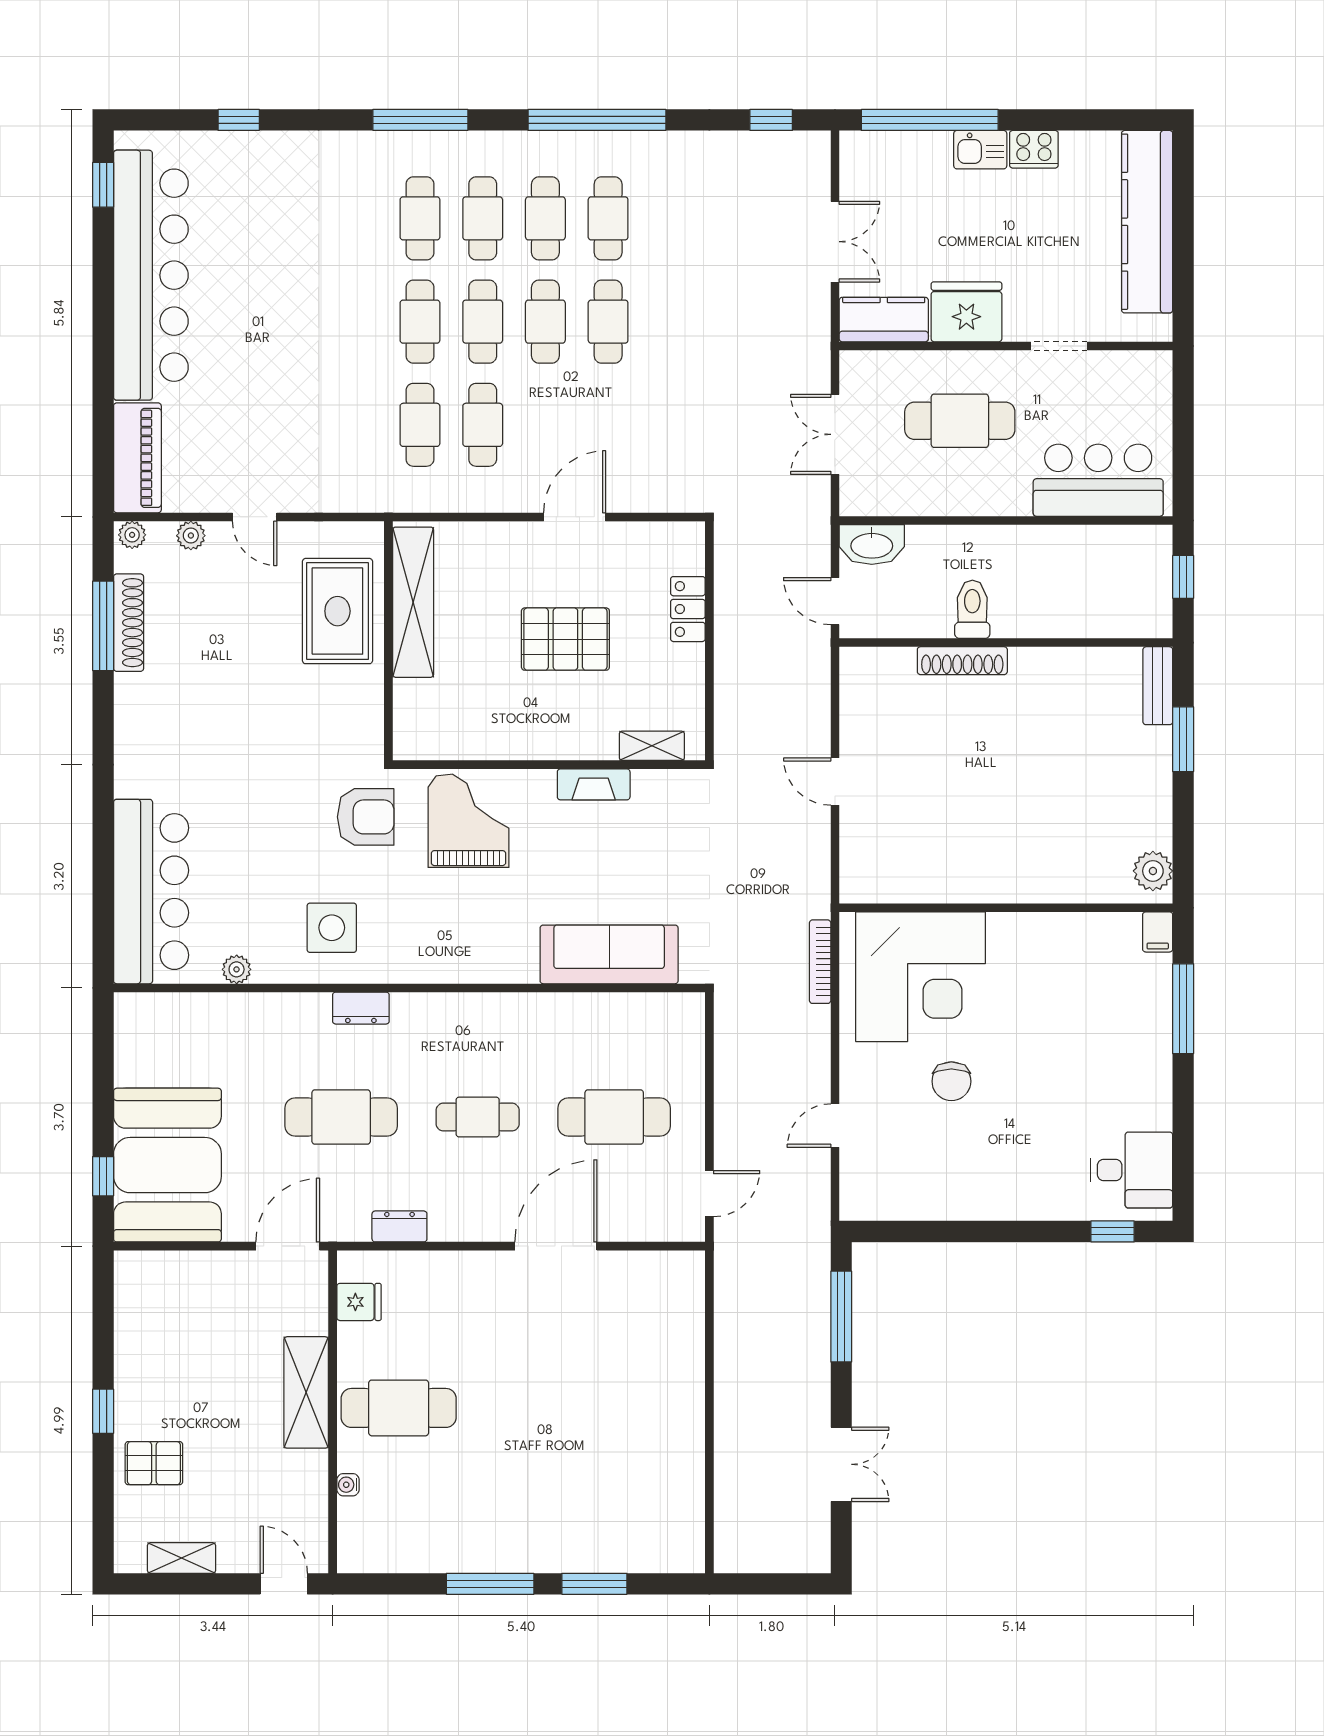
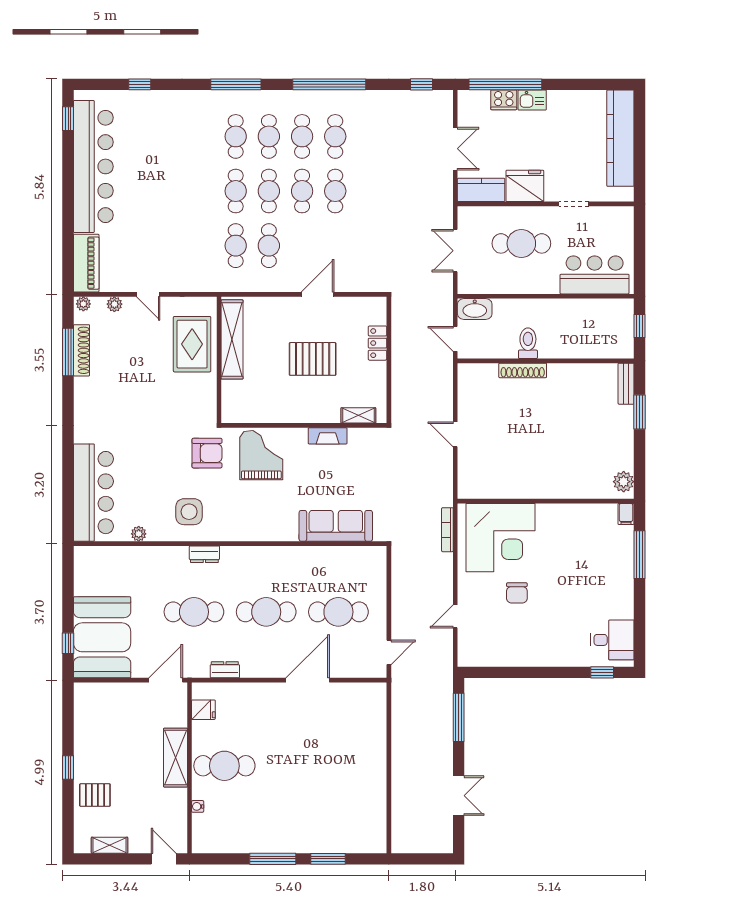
cooker: (1034, 149) -> (504, 100), moved
cafe table: (478, 1117) -> (266, 612), width x1.37, depth x1.35

